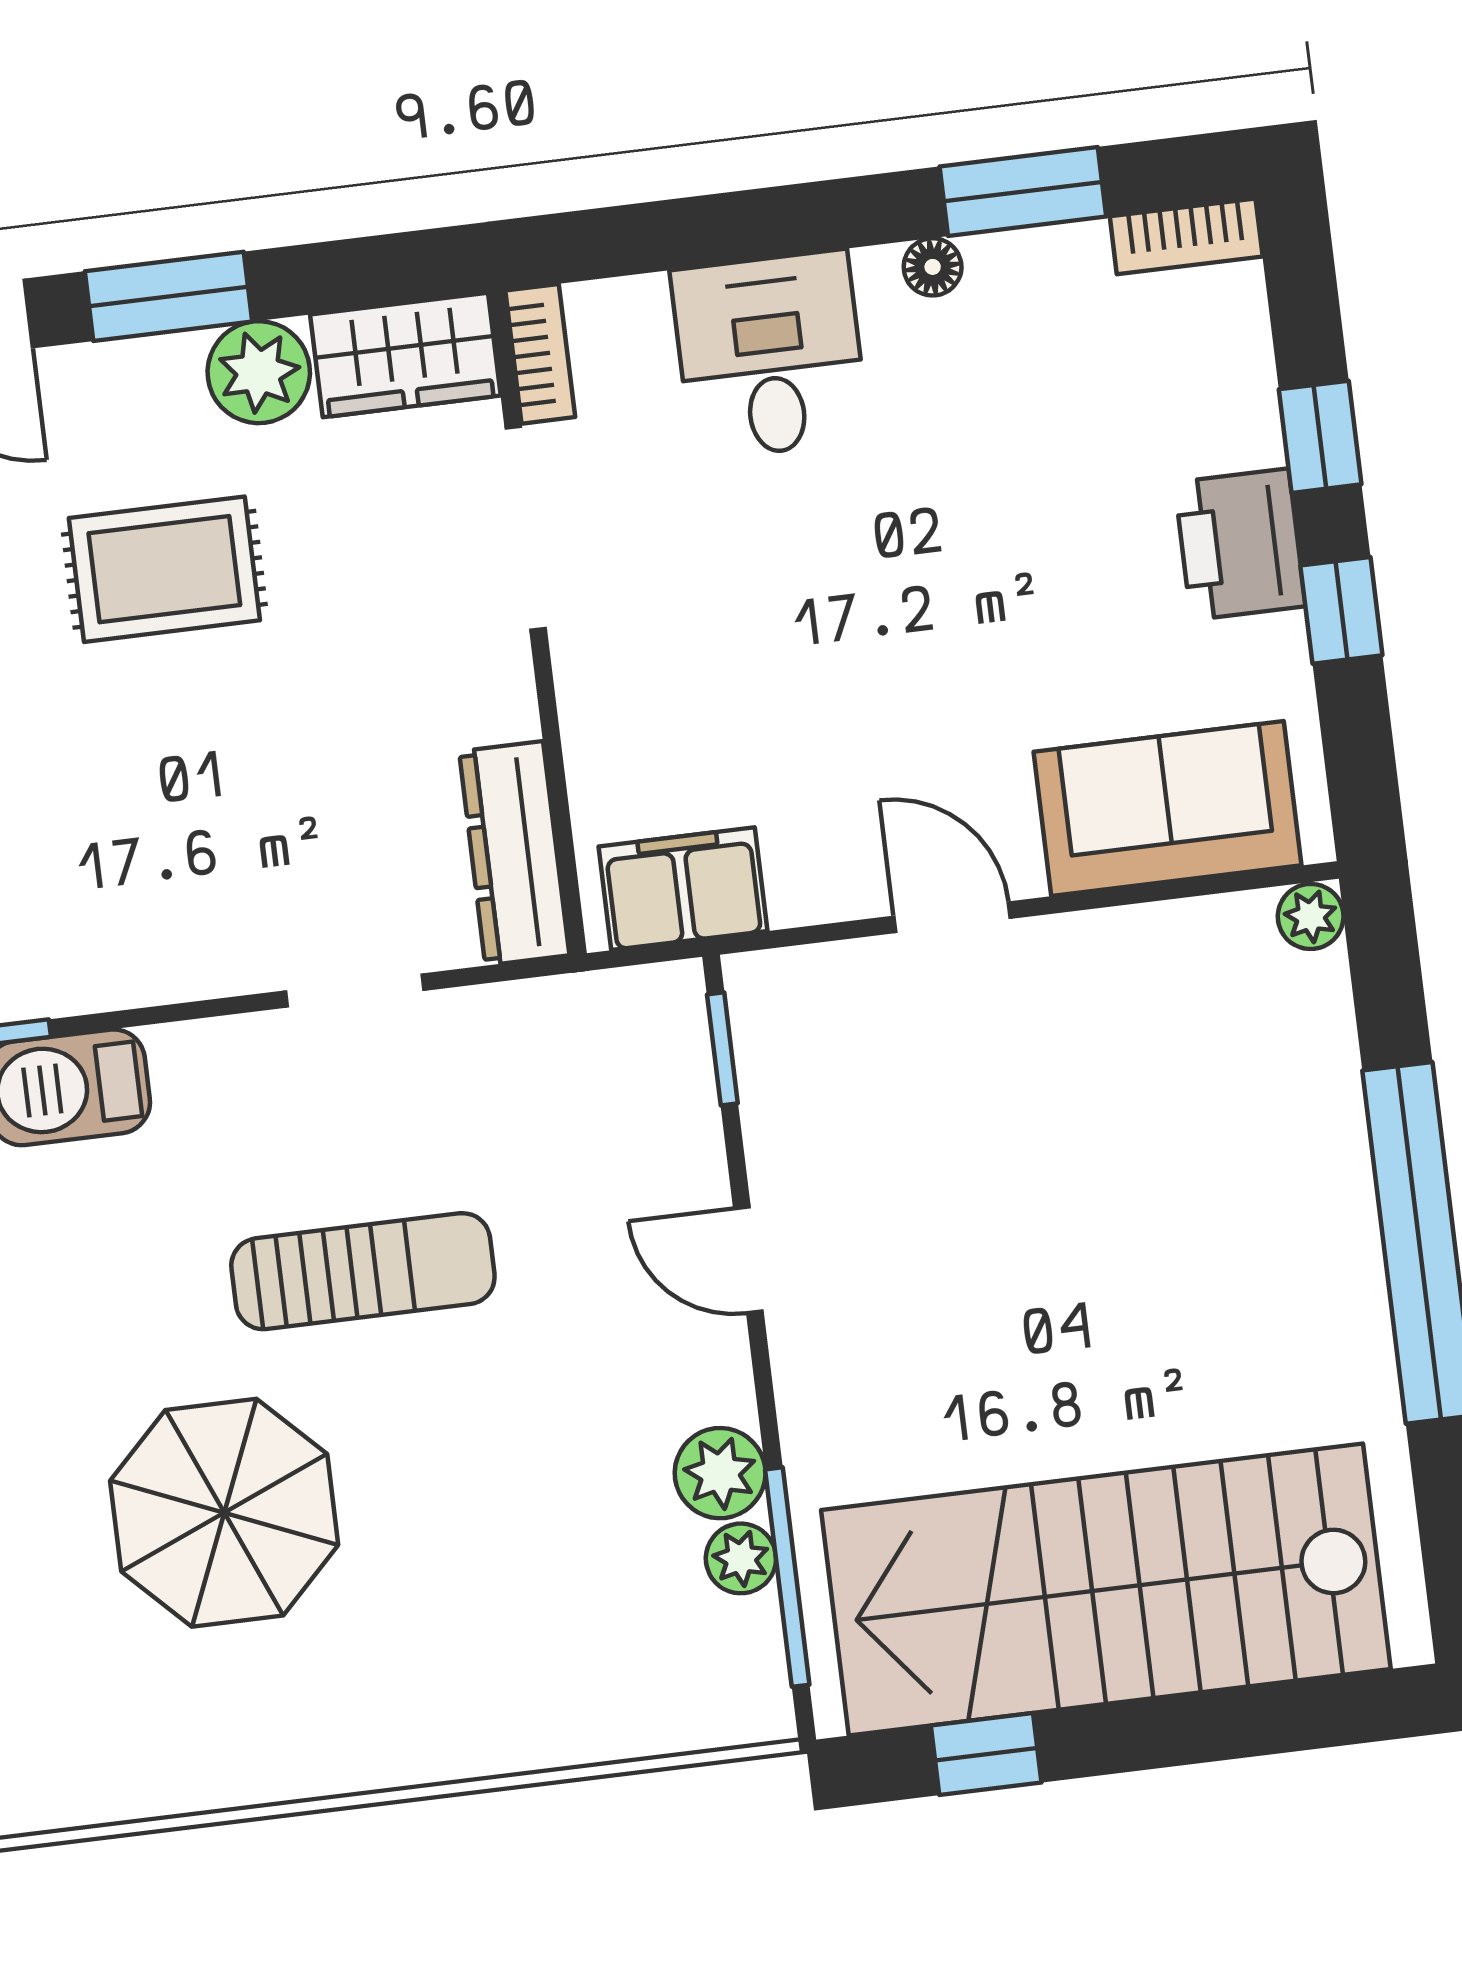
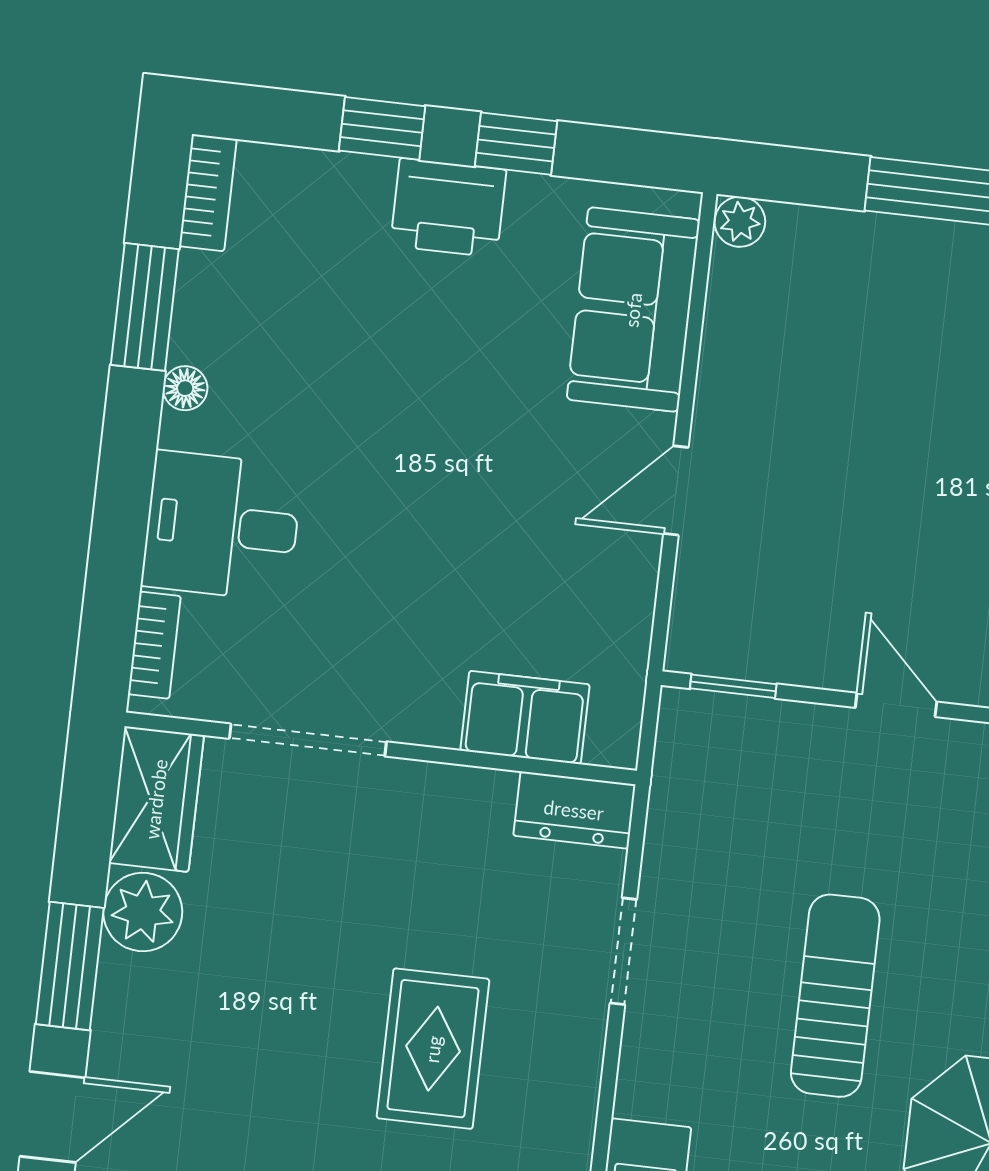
bookcase: (540, 354) -> (154, 645), moved, turned 90
rug: (164, 569) -> (433, 1049), moved
dresser: (514, 853) -> (574, 810), width x0.70
filing cabinet: (683, 889) -> (525, 717), moved, turned 90
door: (748, 1260) -> (896, 705), swing flipped

